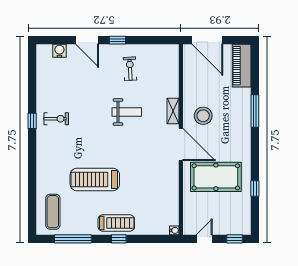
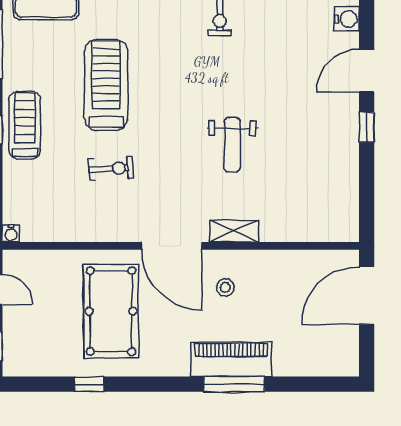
piano: (242, 66) -> (231, 359), moved
exercise bike: (130, 69) -> (111, 169), moved
stool: (203, 116) -> (225, 287), width x0.53, depth x0.53
door: (181, 144) -> (172, 246), hinge flipped
treadmill: (116, 223) -> (25, 125), turned 180

